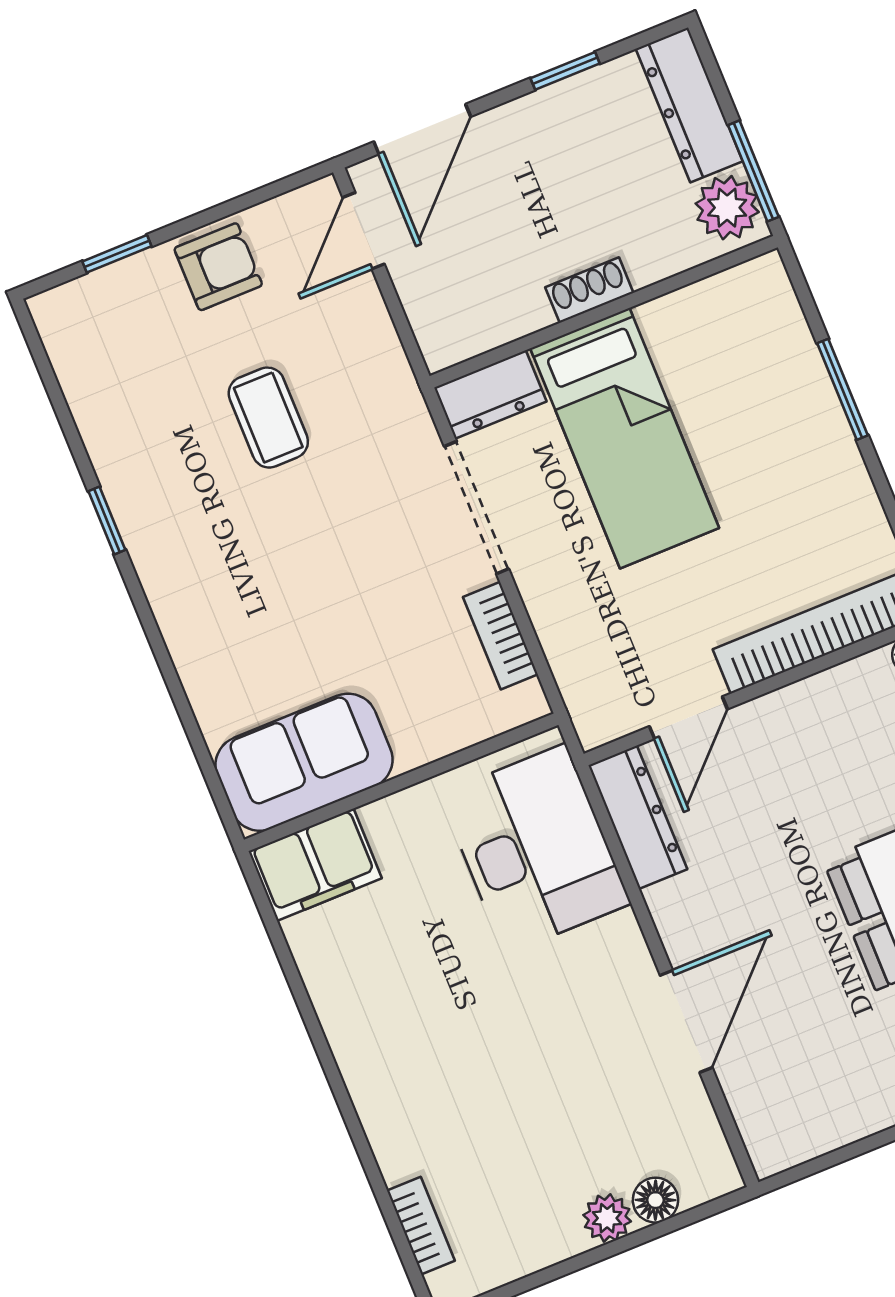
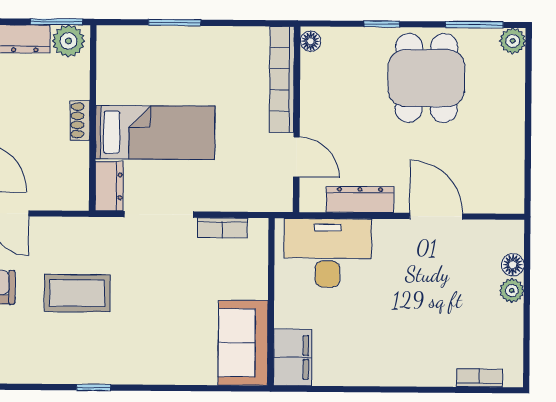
coffee table: (268, 418) -> (77, 293), width x1.36, depth x1.30
dresser: (638, 817) -> (360, 200), moved

